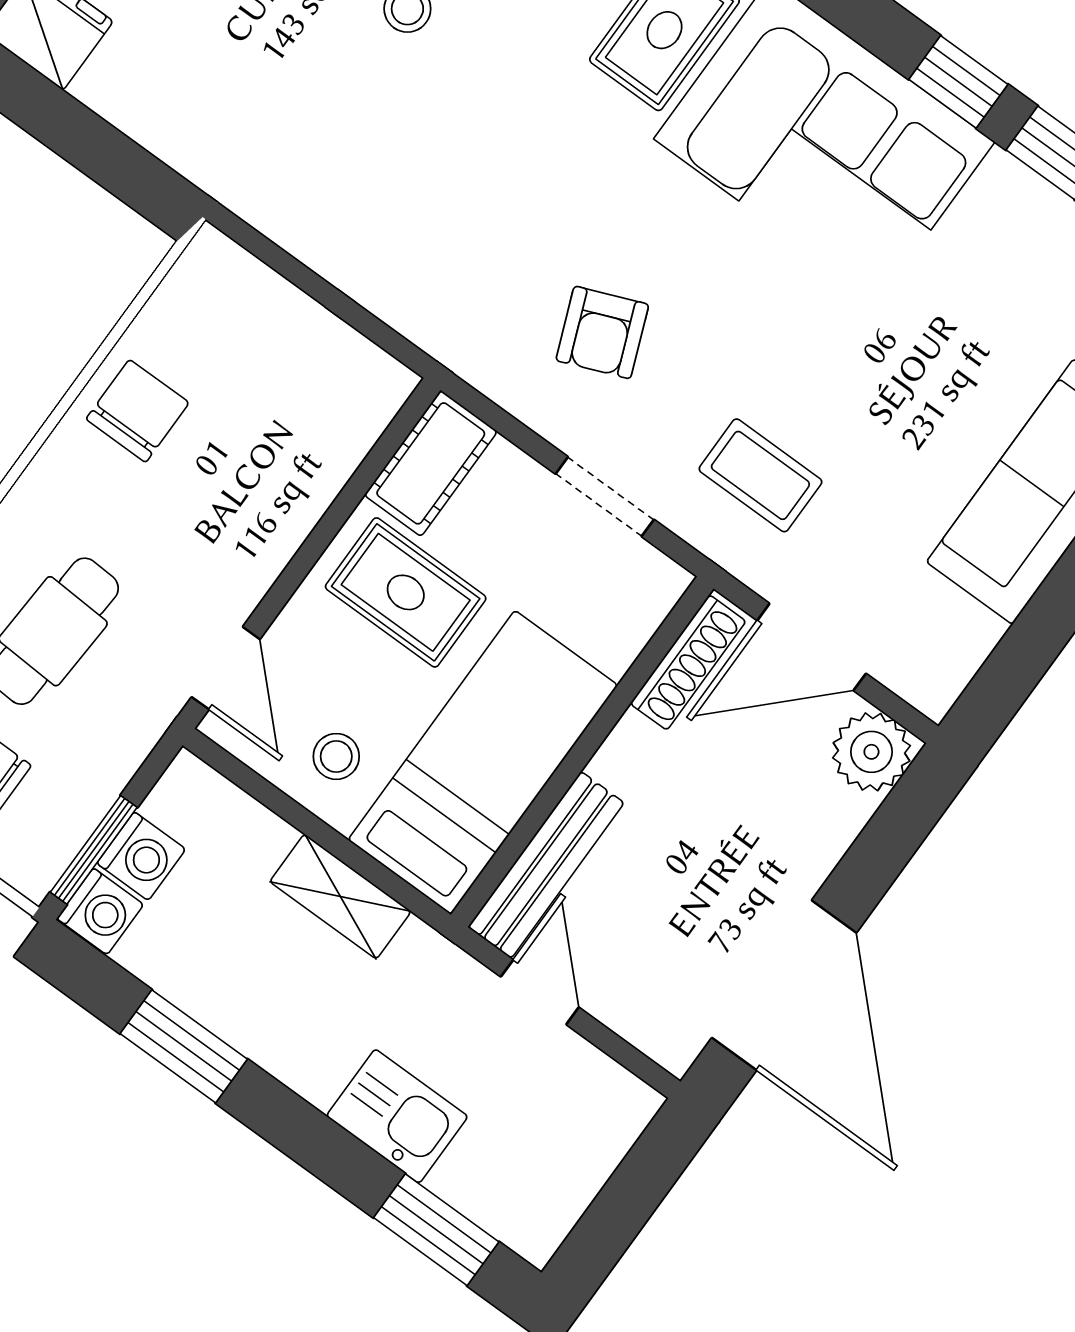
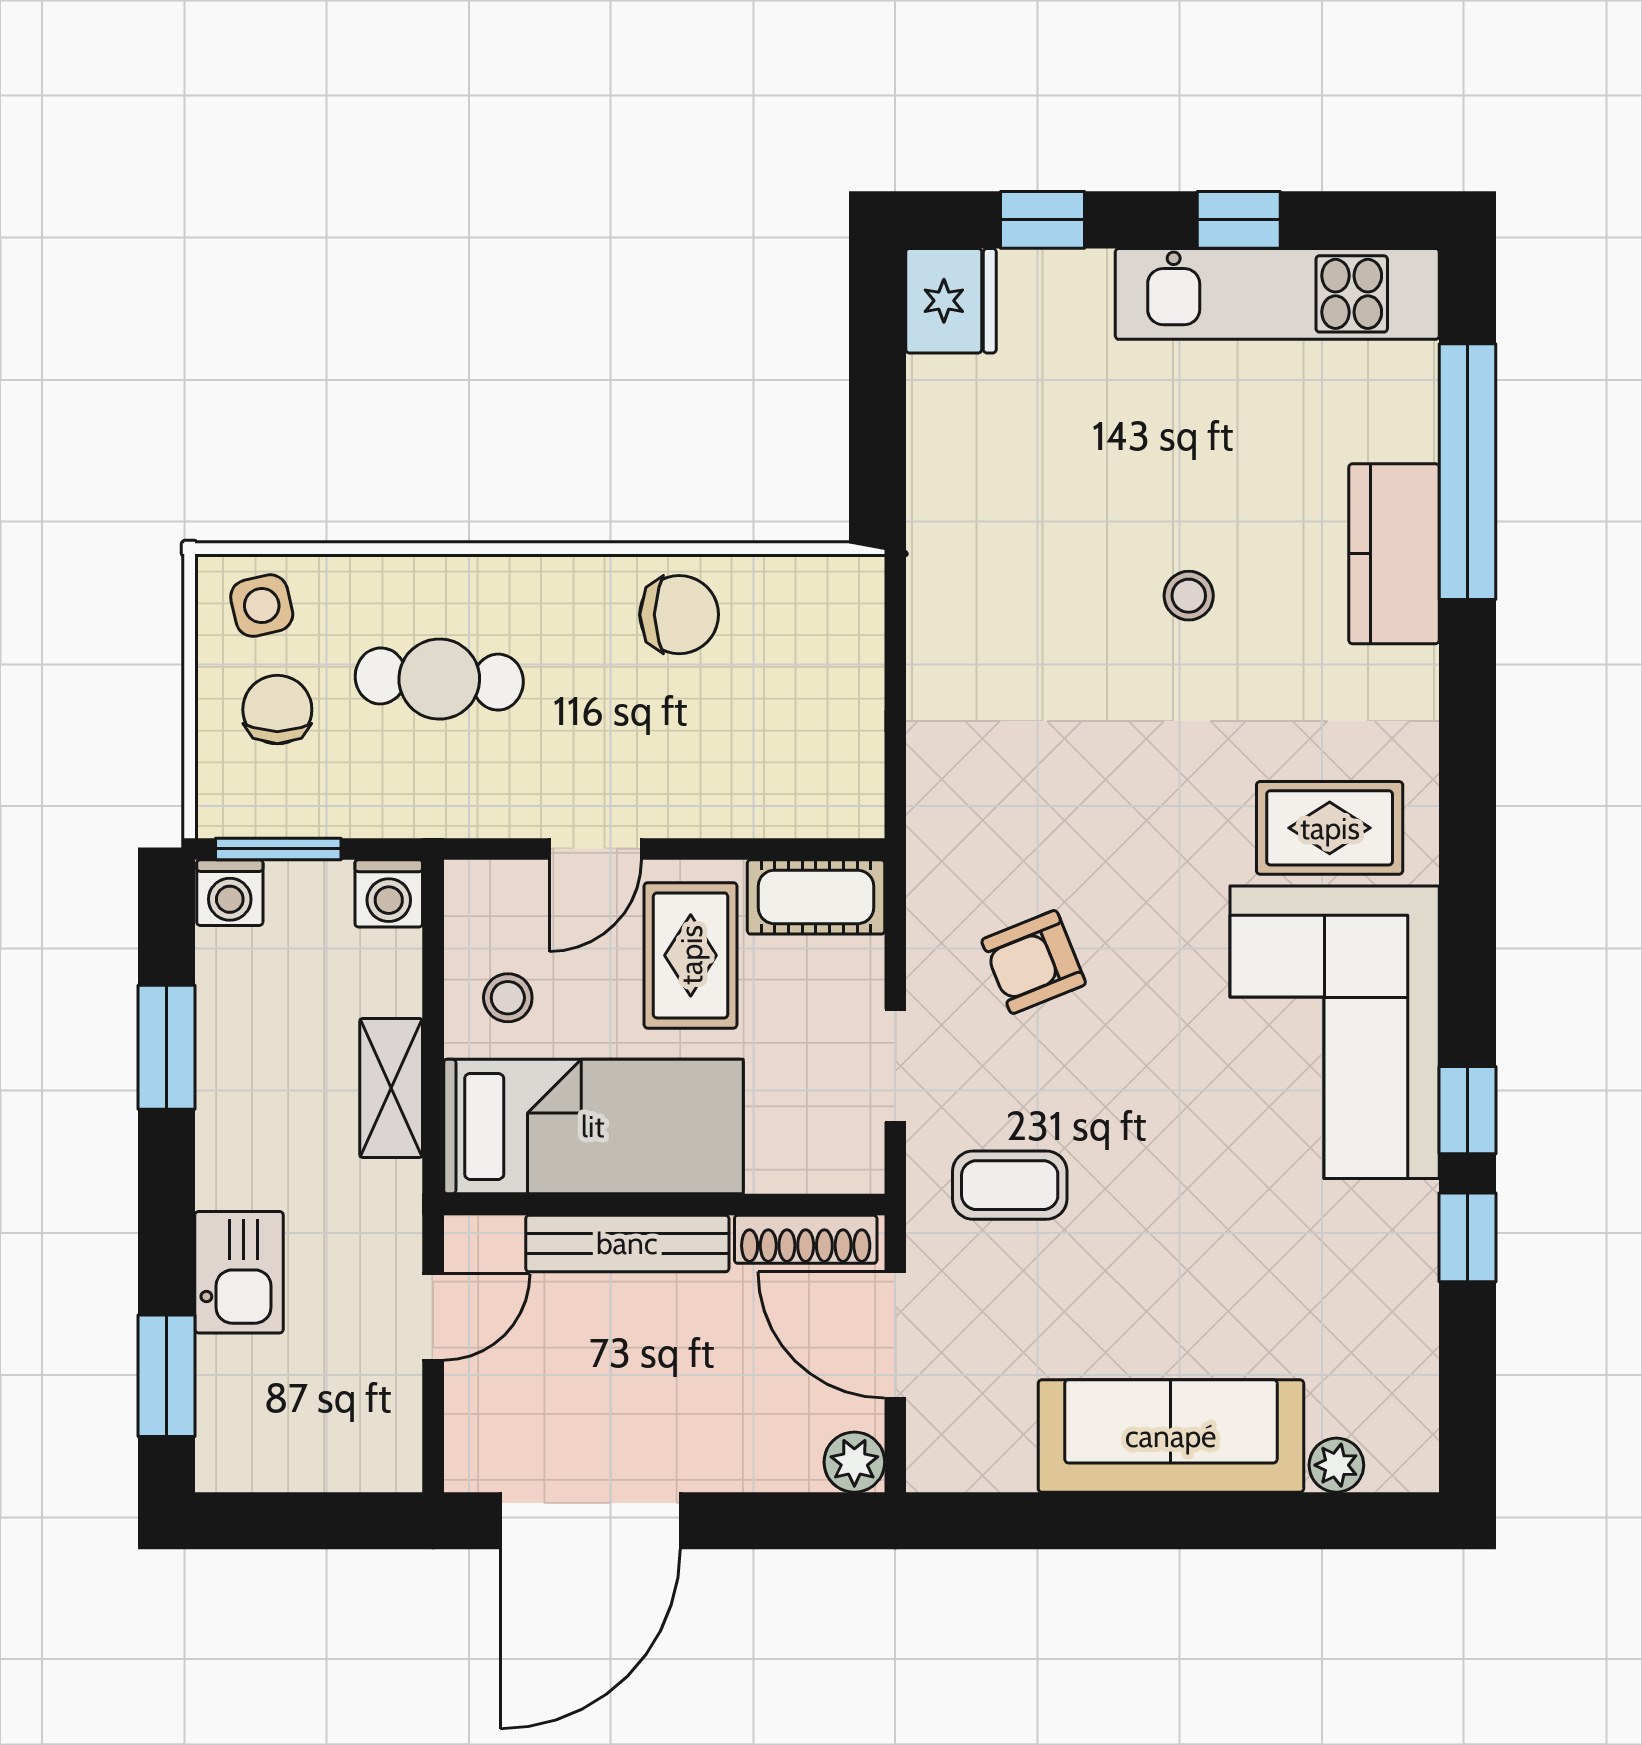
coffee table: (760, 475) -> (1010, 1185), turned 90
door: (226, 668) -> (595, 849), moved
plant: (871, 752) -> (854, 1462), width x0.73, depth x0.73
washing machine: (141, 856) -> (389, 893), moved
bench: (546, 865) -> (627, 1243), moved

